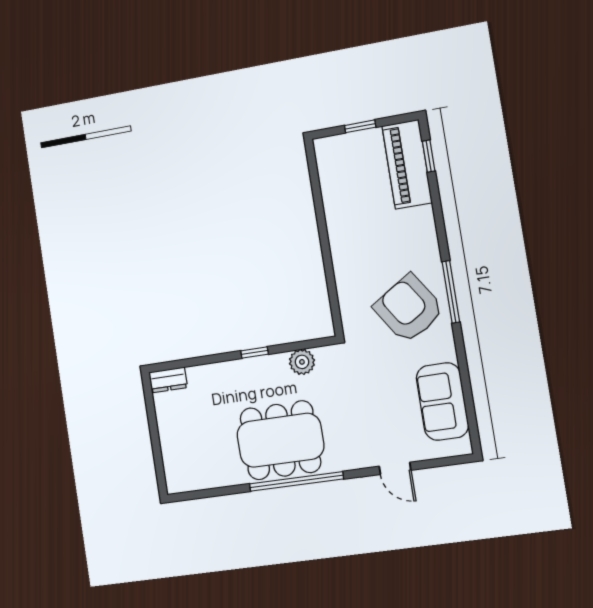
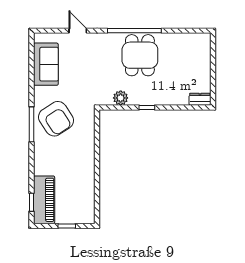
dining table: (280, 440) -> (140, 55), width x0.73

